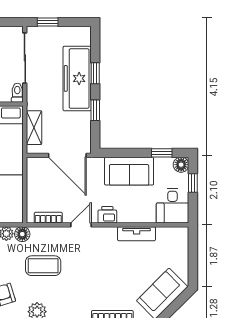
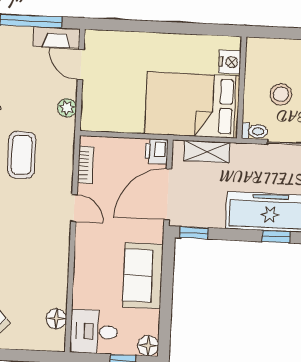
window: (95, 110) -> (194, 233), moved
window: (162, 153) -> (165, 321), removed
printer: (107, 215) -> (156, 151), moved, turned 180
floor lamp: (22, 234) -> (56, 319), moved
tv unit: (137, 234) -> (59, 282), removed

